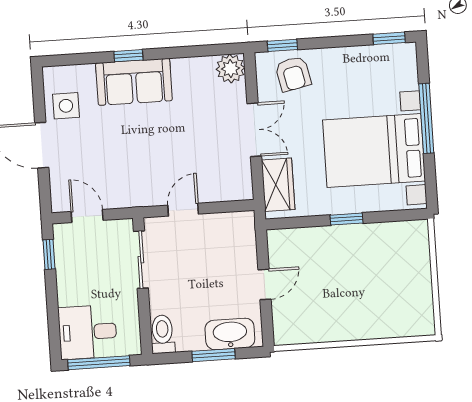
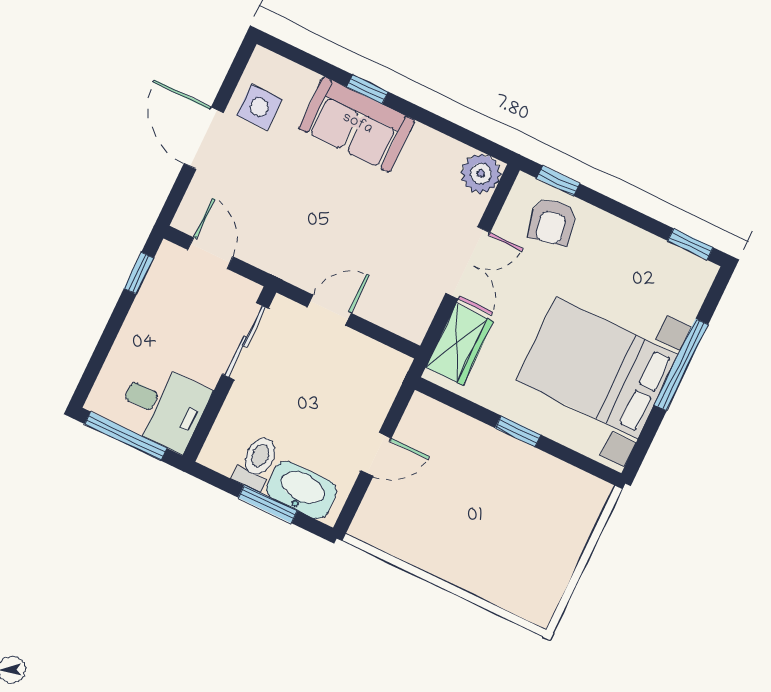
desk: (88, 332) -> (163, 407), moved, turned 180
toilet: (163, 334) -> (257, 462), moved

